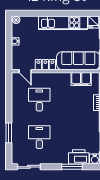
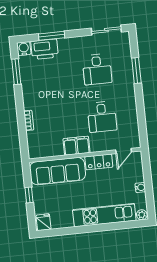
kitchen unit: (63, 23) -> (104, 215), moved
door: (25, 71) -> (124, 151), swing flipped
filing cabinet: (81, 79) -> (76, 146), moved

